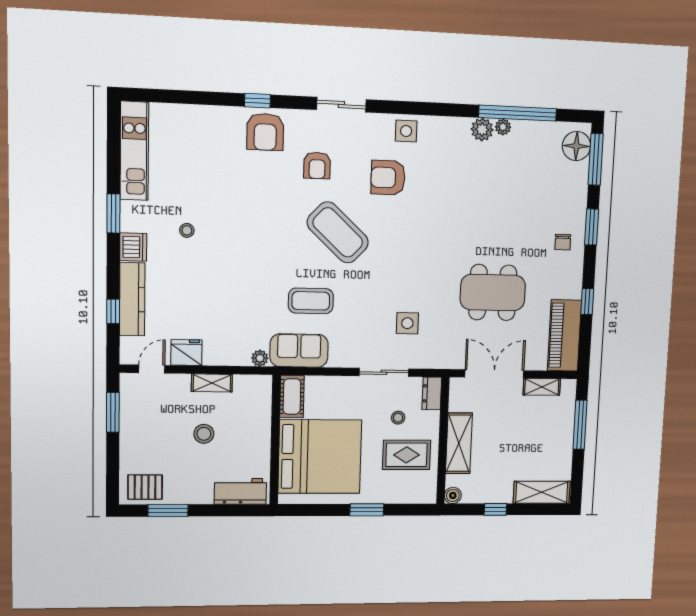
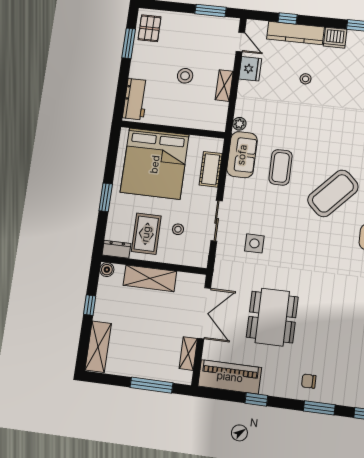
stool: (187, 230) -> (306, 79), moved
dresser: (432, 393) -> (116, 249), moved
cot: (292, 397) -> (211, 169), moved, turned 90

